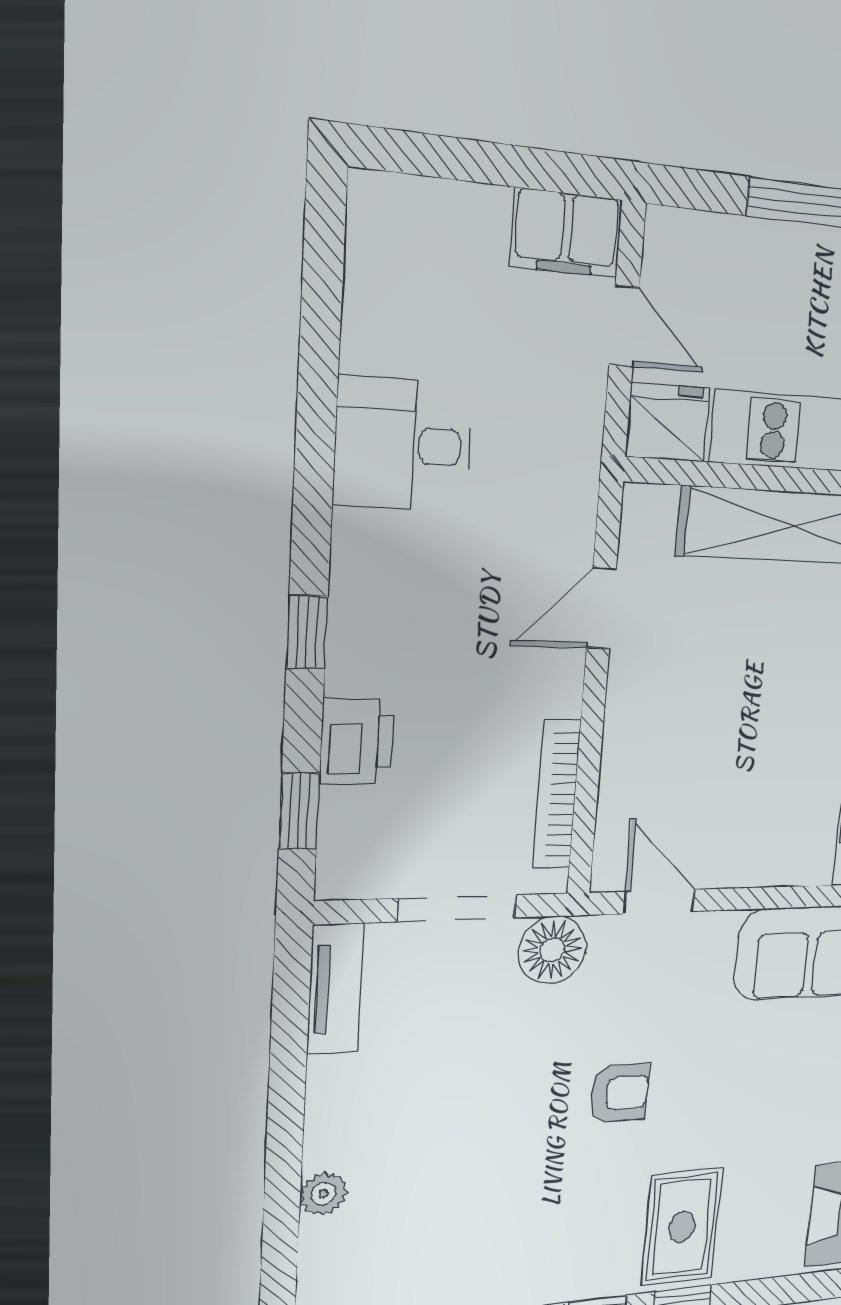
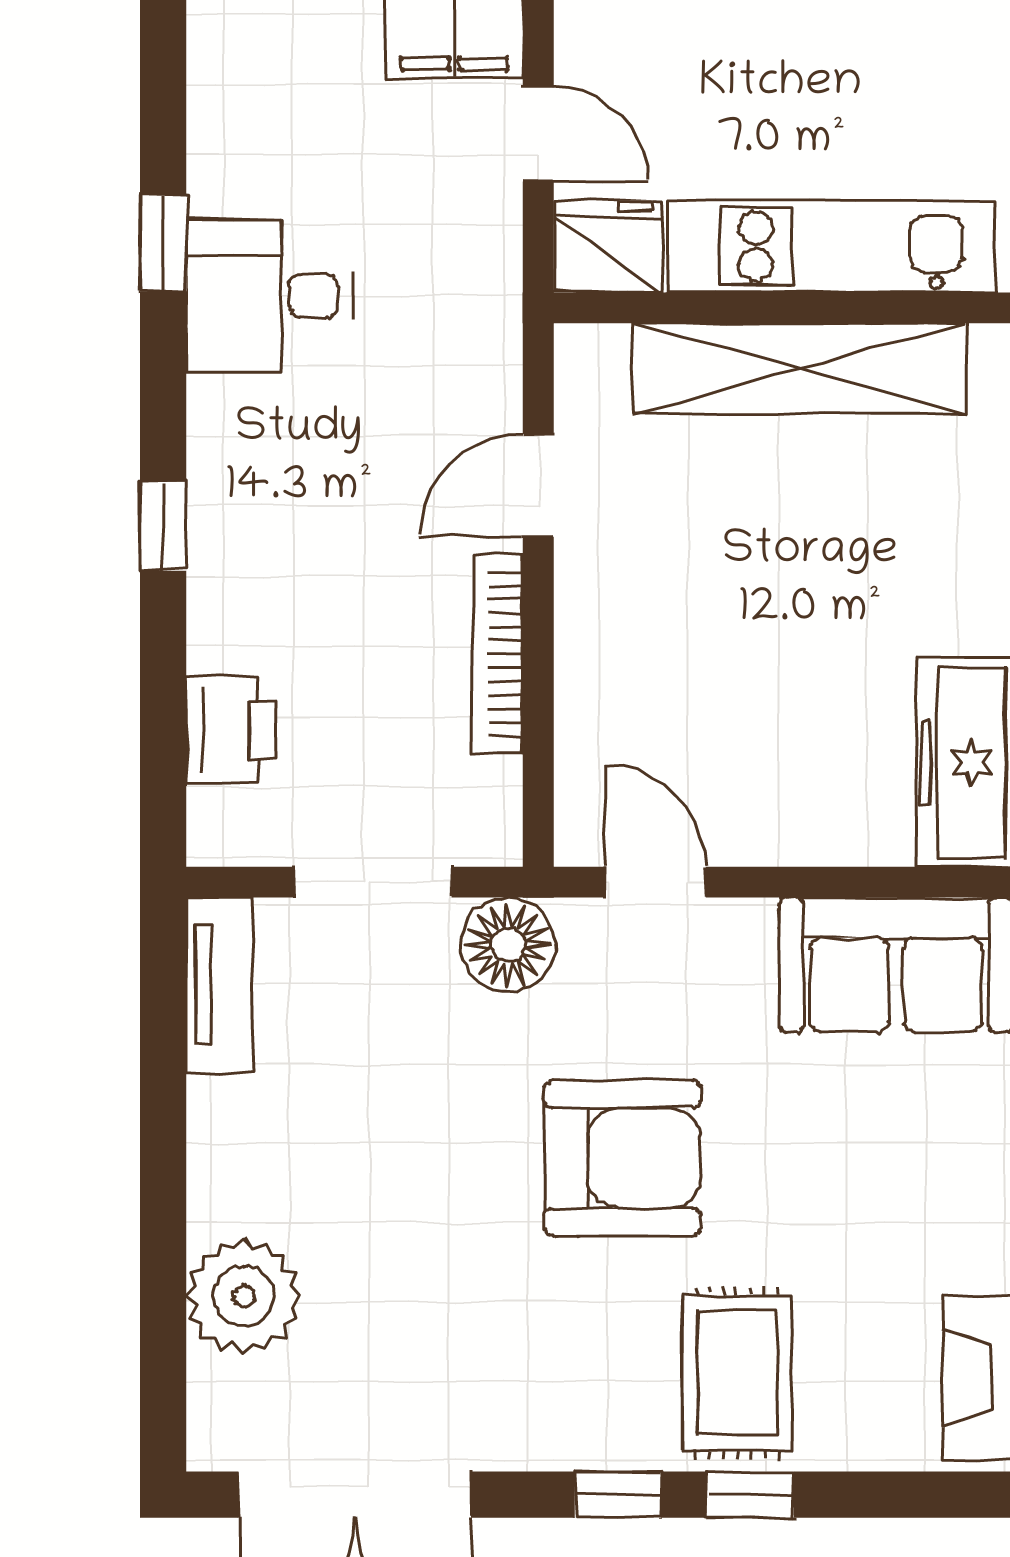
printer: (357, 741) -> (231, 730), moved
bookcase: (557, 794) -> (497, 654), moved
window: (299, 811) -> (163, 243), moved
armchair: (619, 1093) -> (622, 1158), width x1.88, depth x1.88
plant: (323, 1194) -> (244, 1296), width x1.87, depth x1.87

